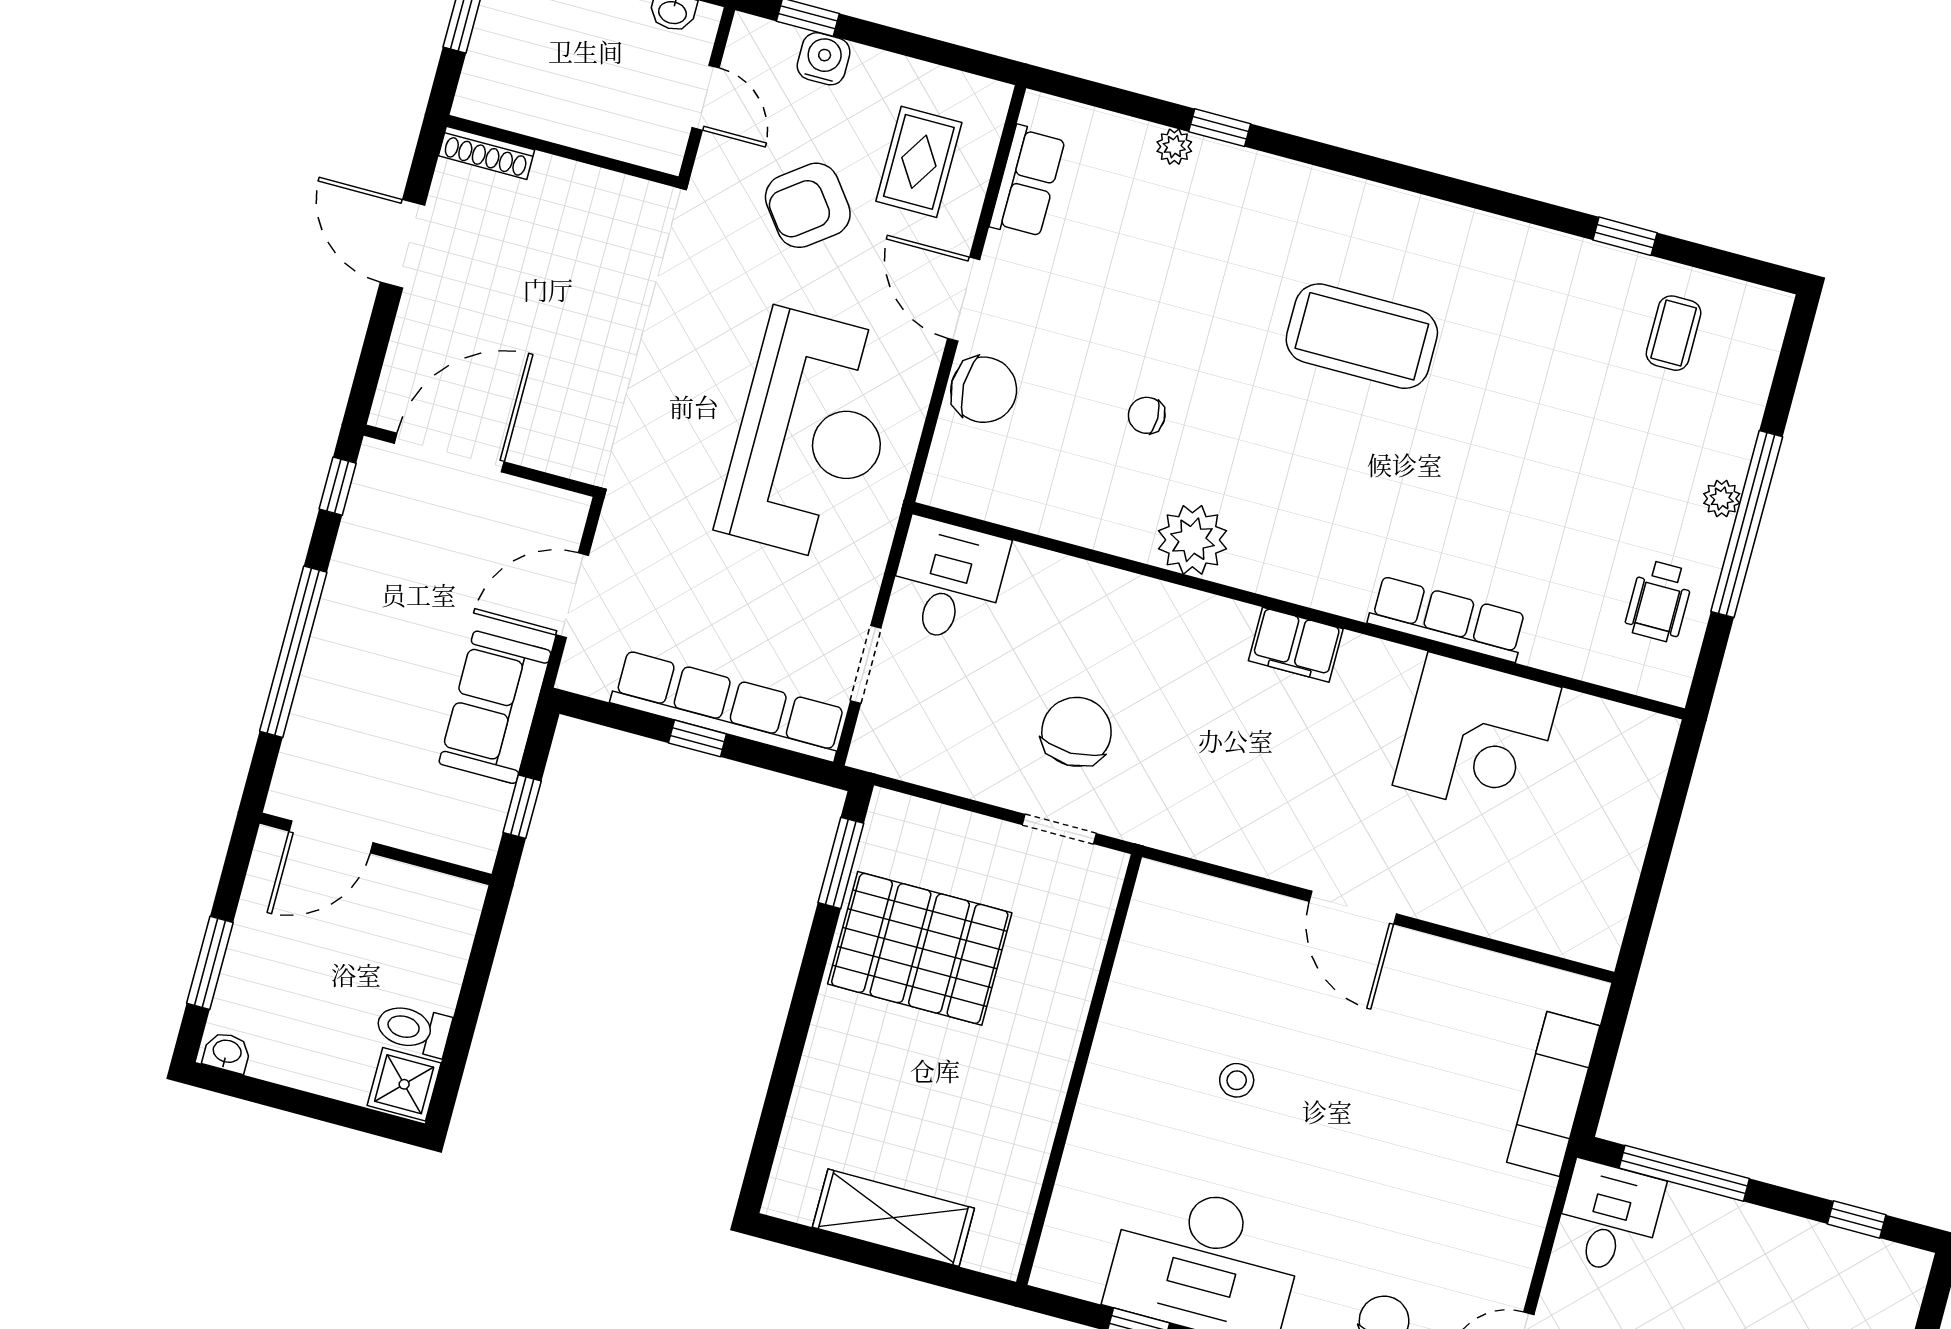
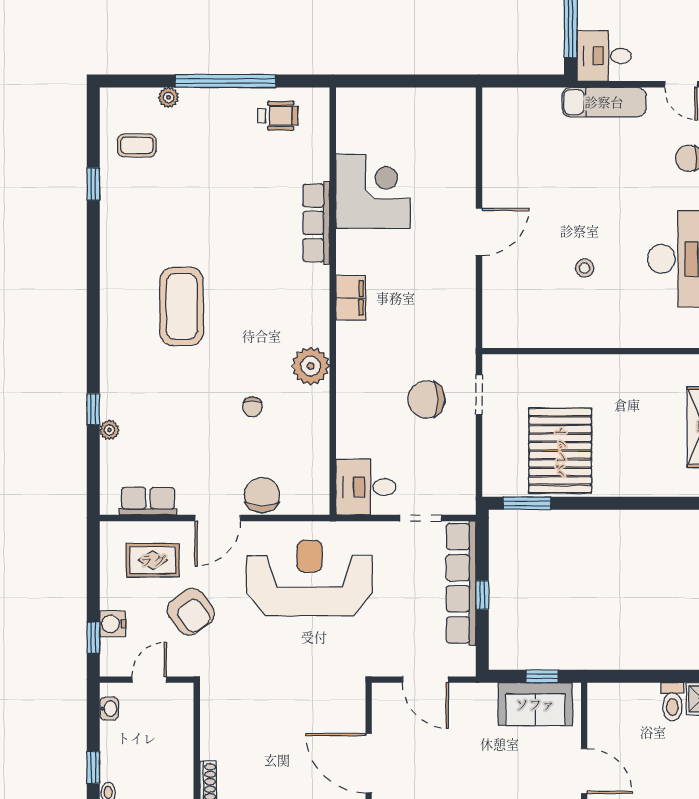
plant: (1722, 499) -> (168, 97), moved
sofa: (495, 707) -> (535, 704), moved
exam couch: (1553, 1094) -> (604, 102), moved

